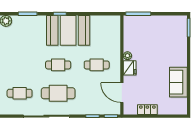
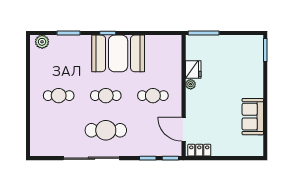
fridge: (130, 68) -> (193, 69), moved
cafe table: (20, 93) -> (59, 96), moved
locker: (147, 110) -> (199, 150), moved

